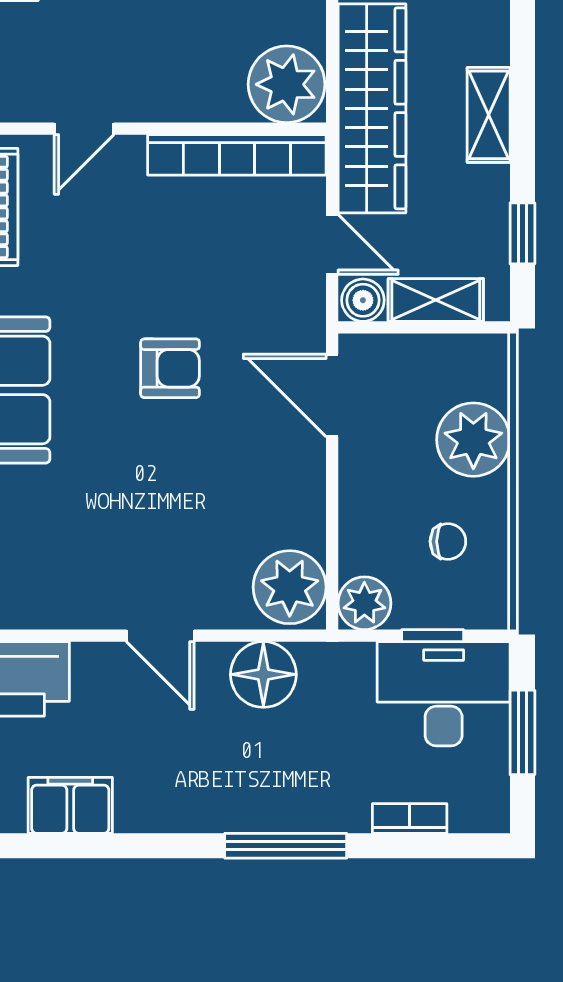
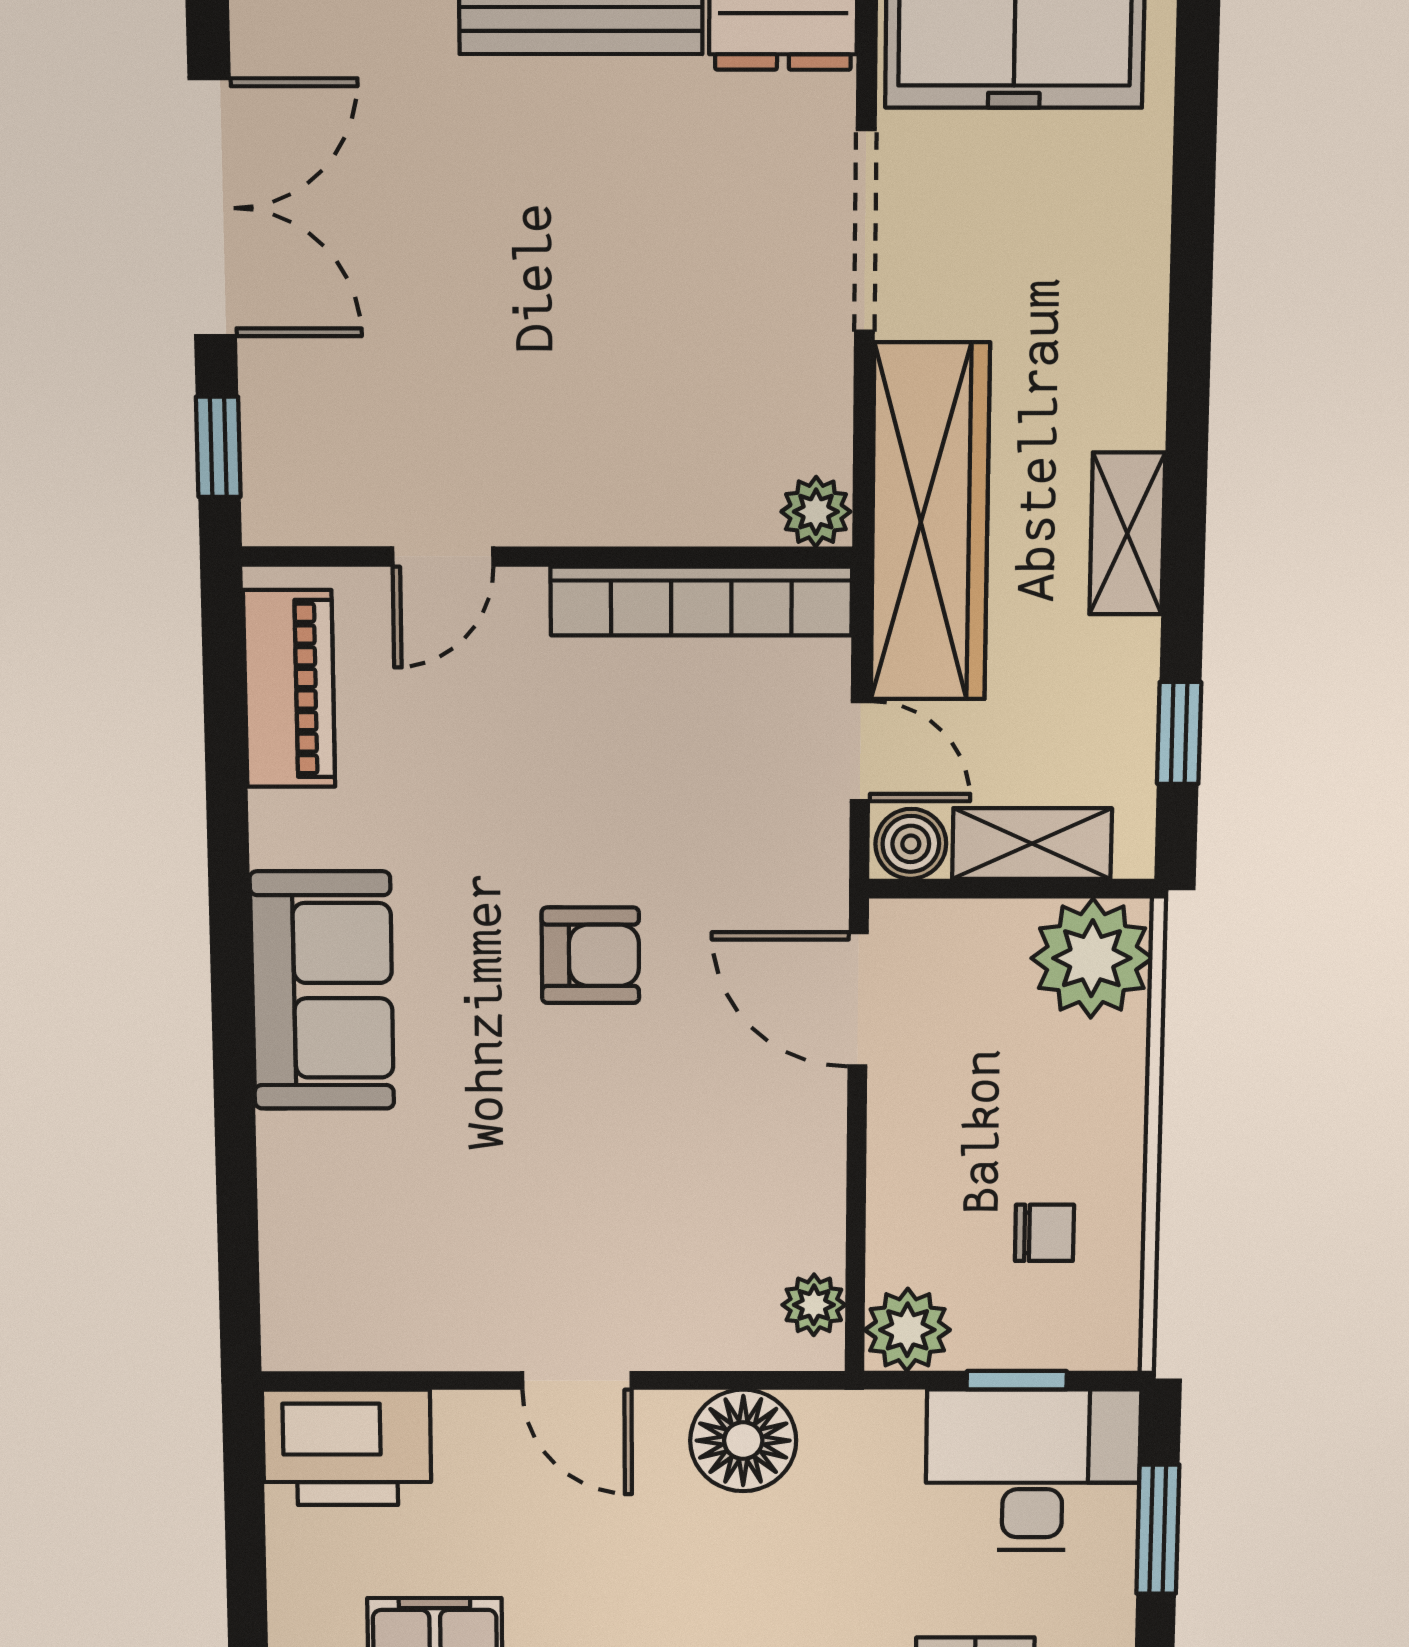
plant: (287, 84) -> (816, 512), width x0.53, depth x0.53
plant: (473, 440) -> (1092, 958), moved
plant: (290, 587) -> (814, 1305), width x0.53, depth x0.53

